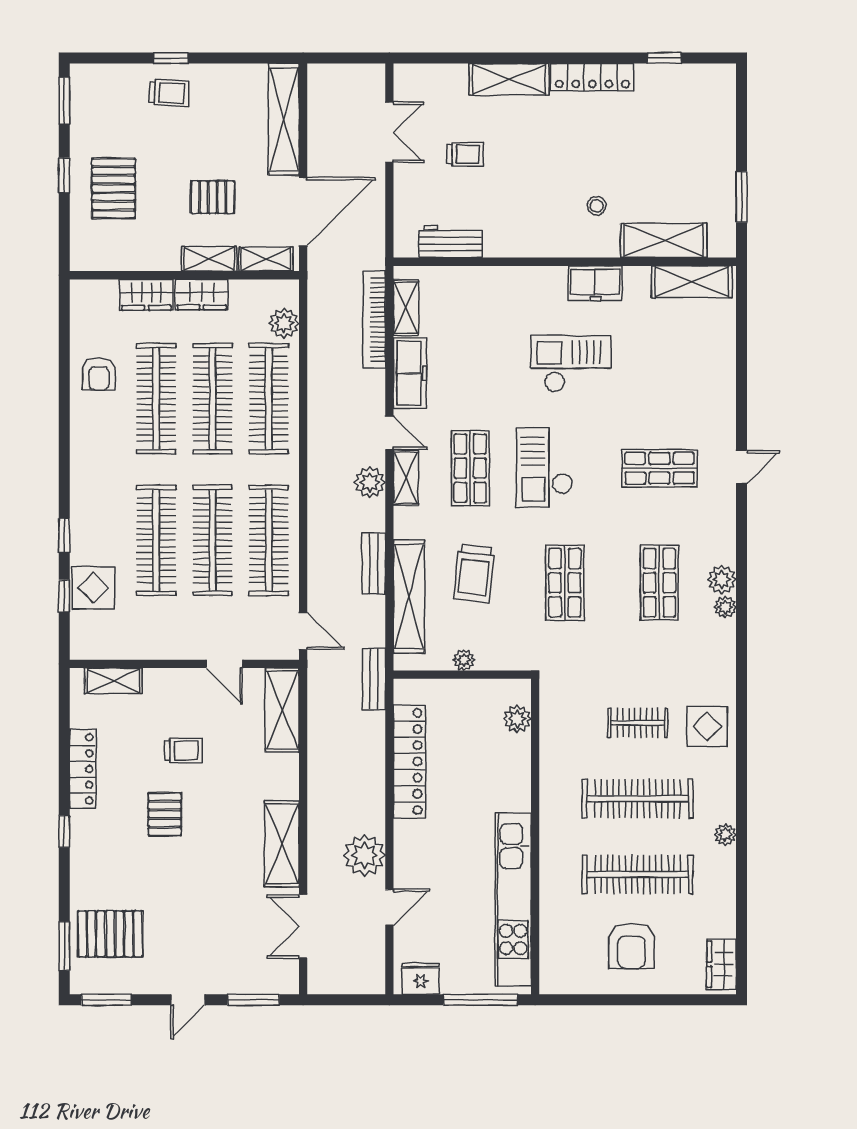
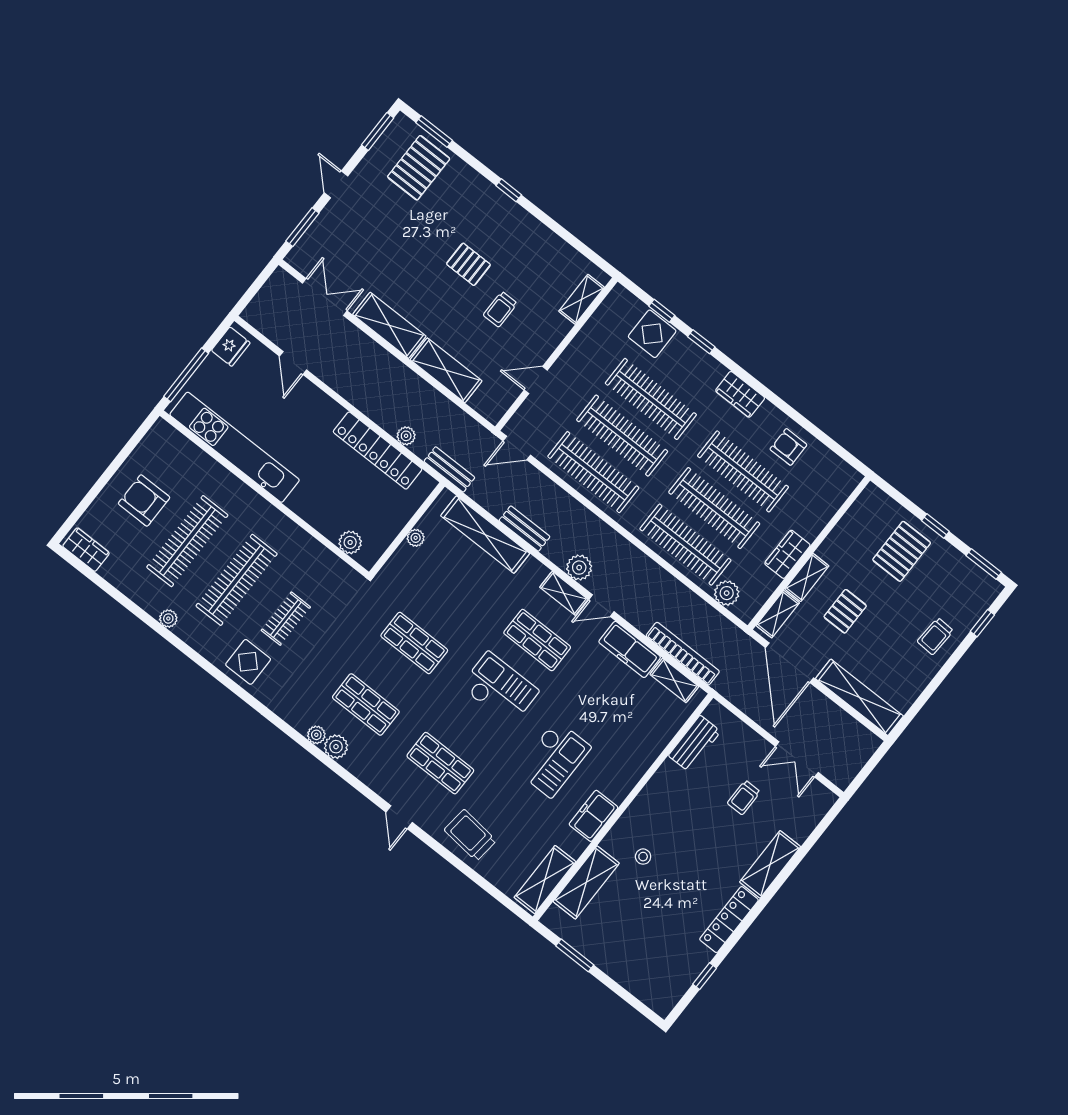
window: (171, 58) -> (982, 623), moved
pallet: (114, 188) -> (902, 551), turned 90
wardrobe: (146, 295) -> (740, 394), moved, turned -90
shop shelf: (659, 468) -> (440, 763), turned 90
trolley: (474, 573) -> (470, 835), moved
shelving: (282, 710) -> (446, 370), moved
locker: (83, 769) -> (540, 234), removed
plant: (364, 855) -> (406, 436), moved, width x0.53, depth x0.53

